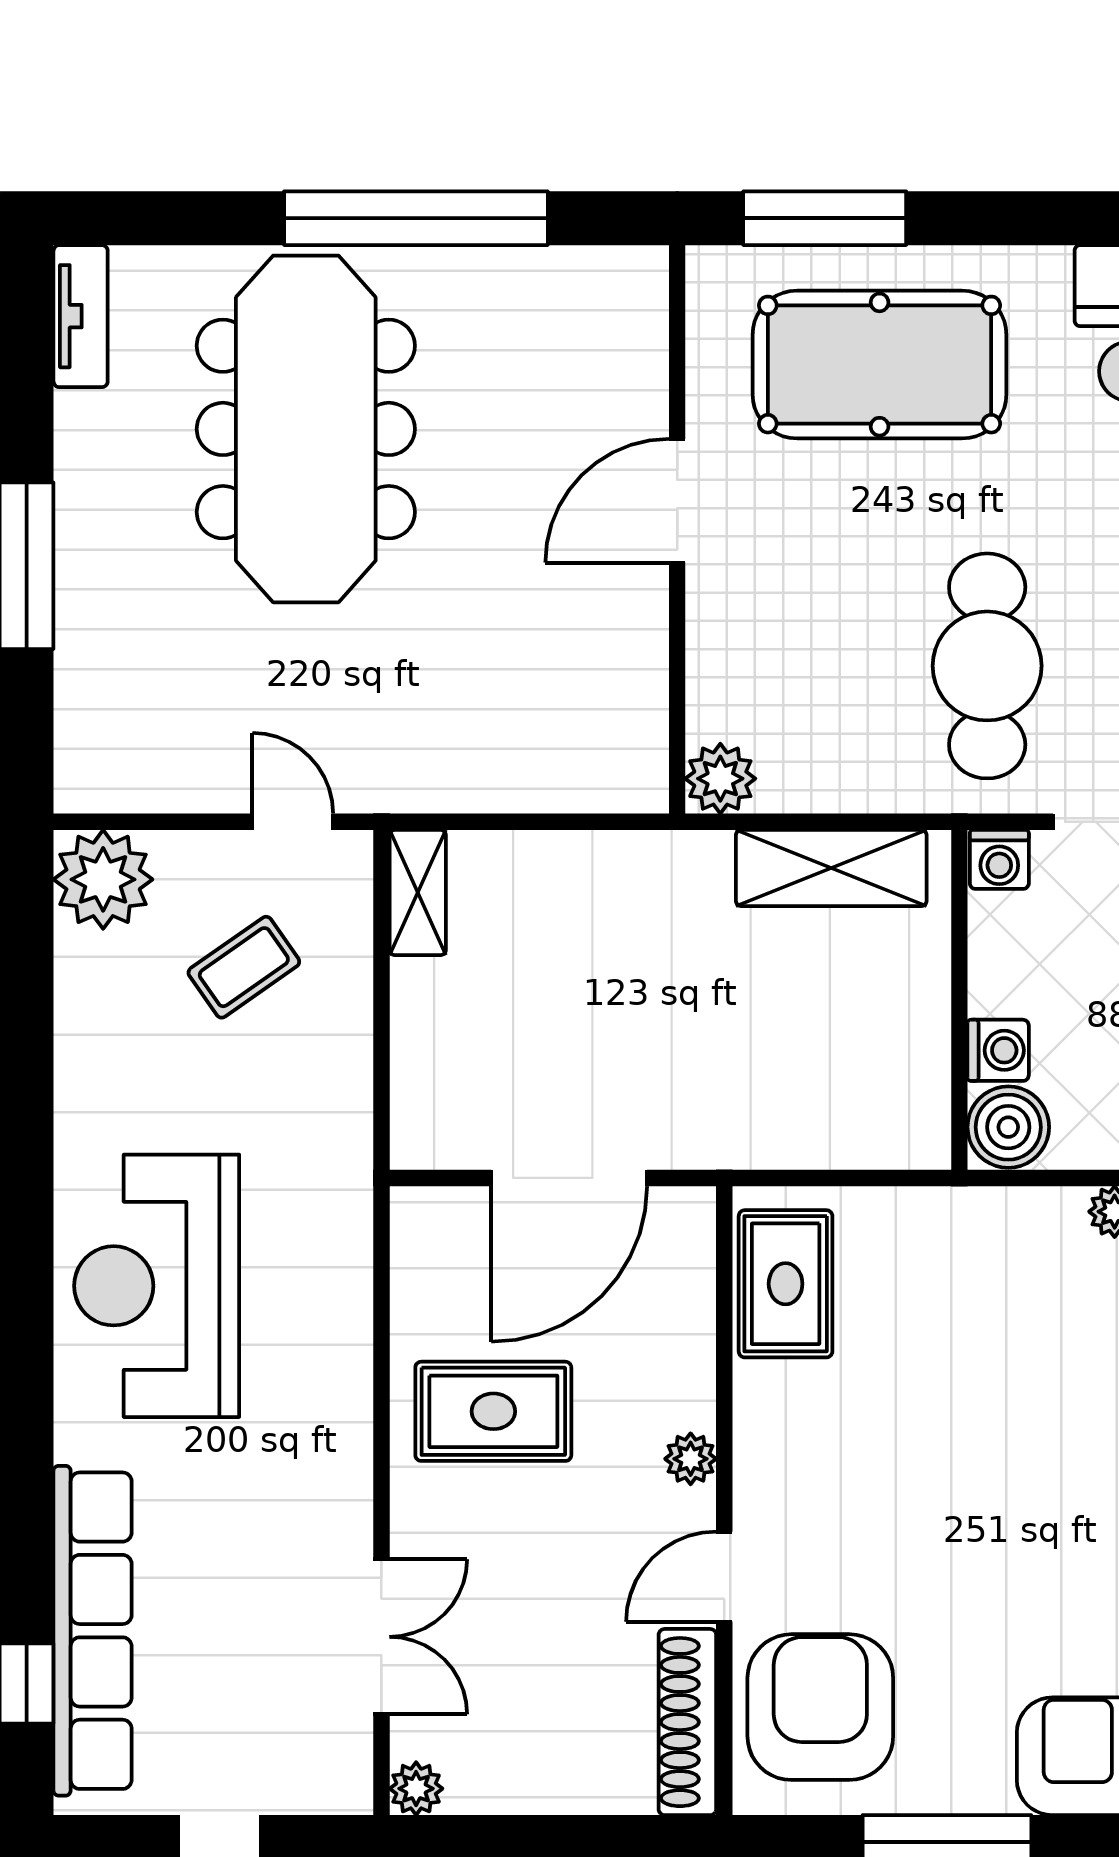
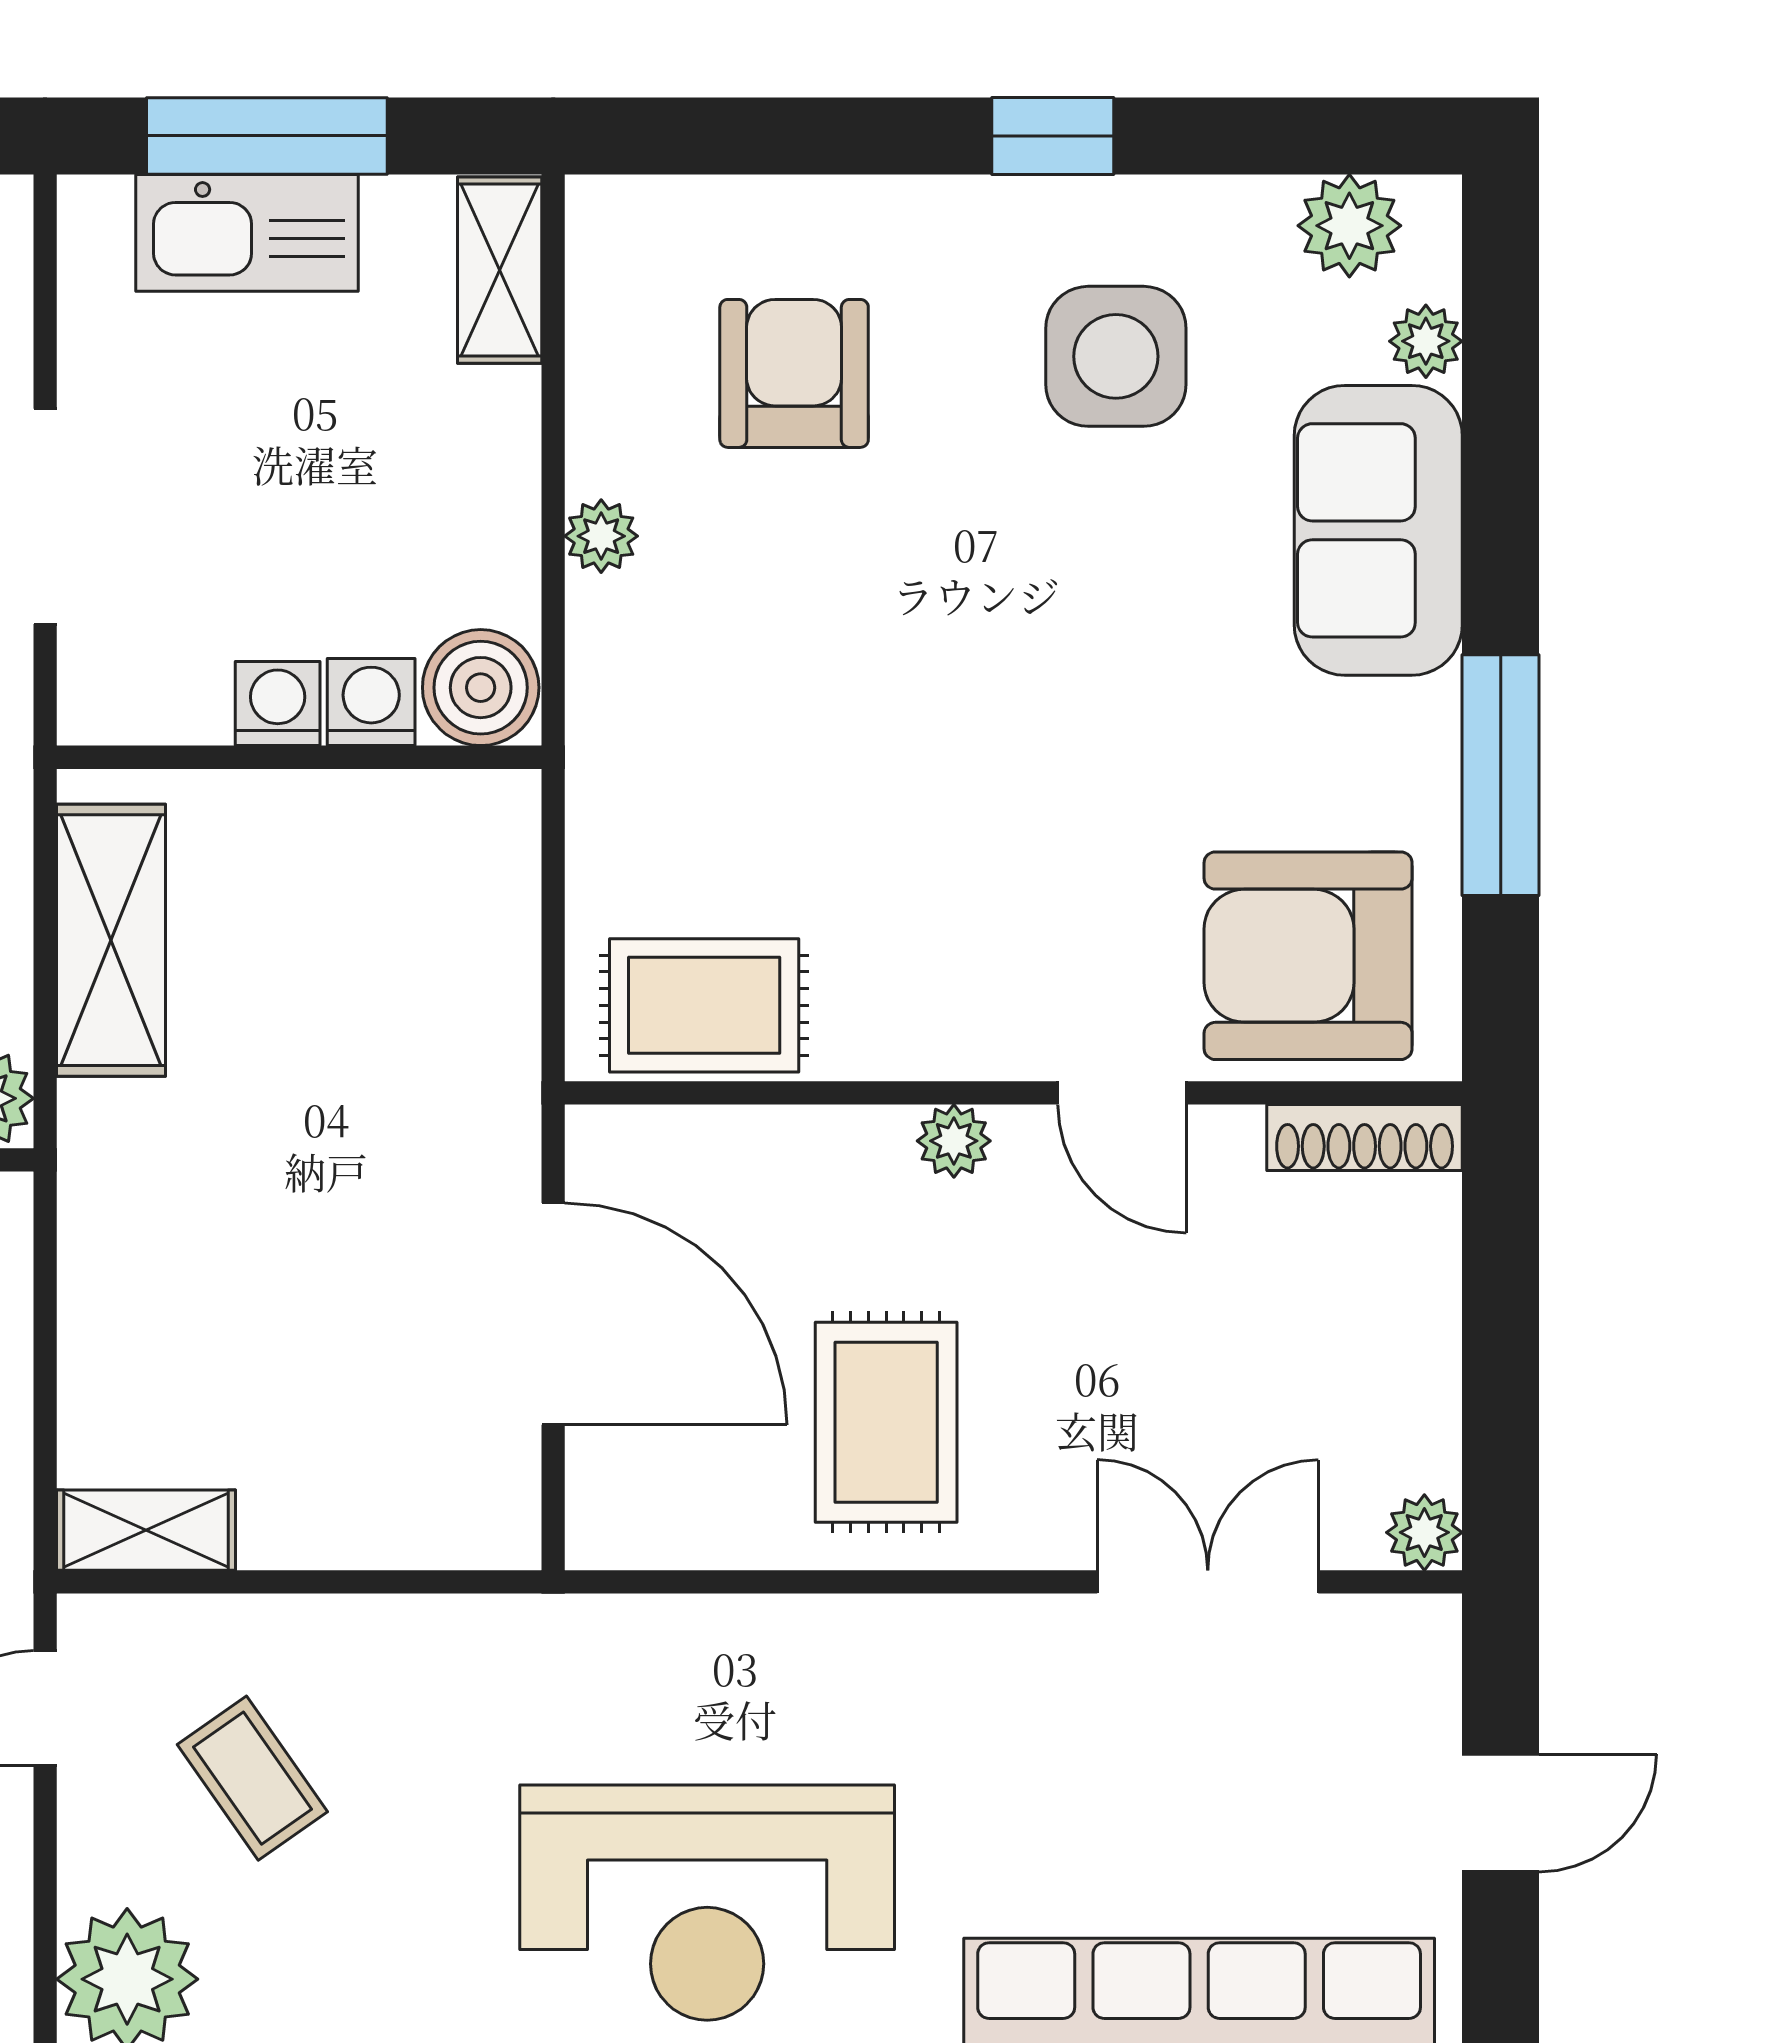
washing machine: (999, 859) -> (278, 704), moved, turned -90
shoe rack: (687, 1722) -> (1365, 1138), width x0.74, depth x0.81

